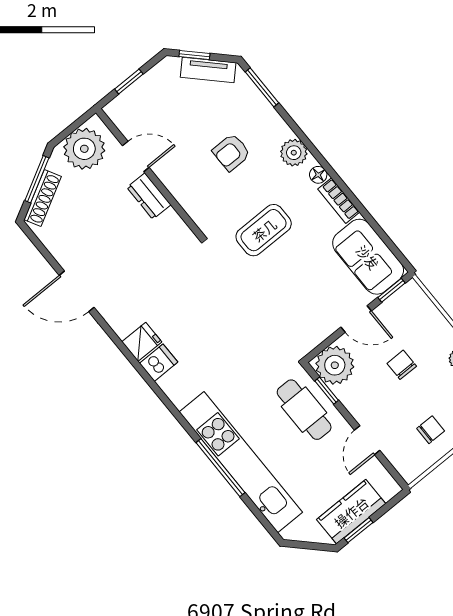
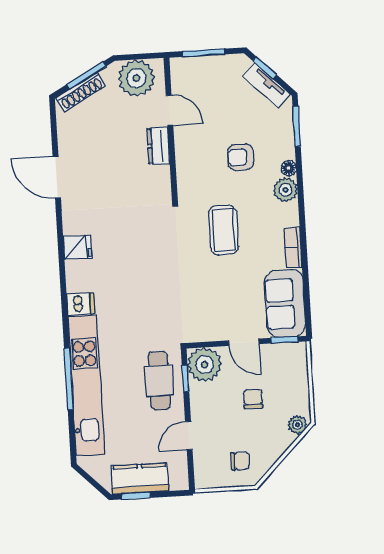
window: (129, 82) -> (204, 53), width x1.50
floor lamp: (318, 175) -> (289, 168), moved
coffee table: (264, 230) -> (223, 230), turned 90
dishwasher: (159, 363) -> (81, 304), moved

